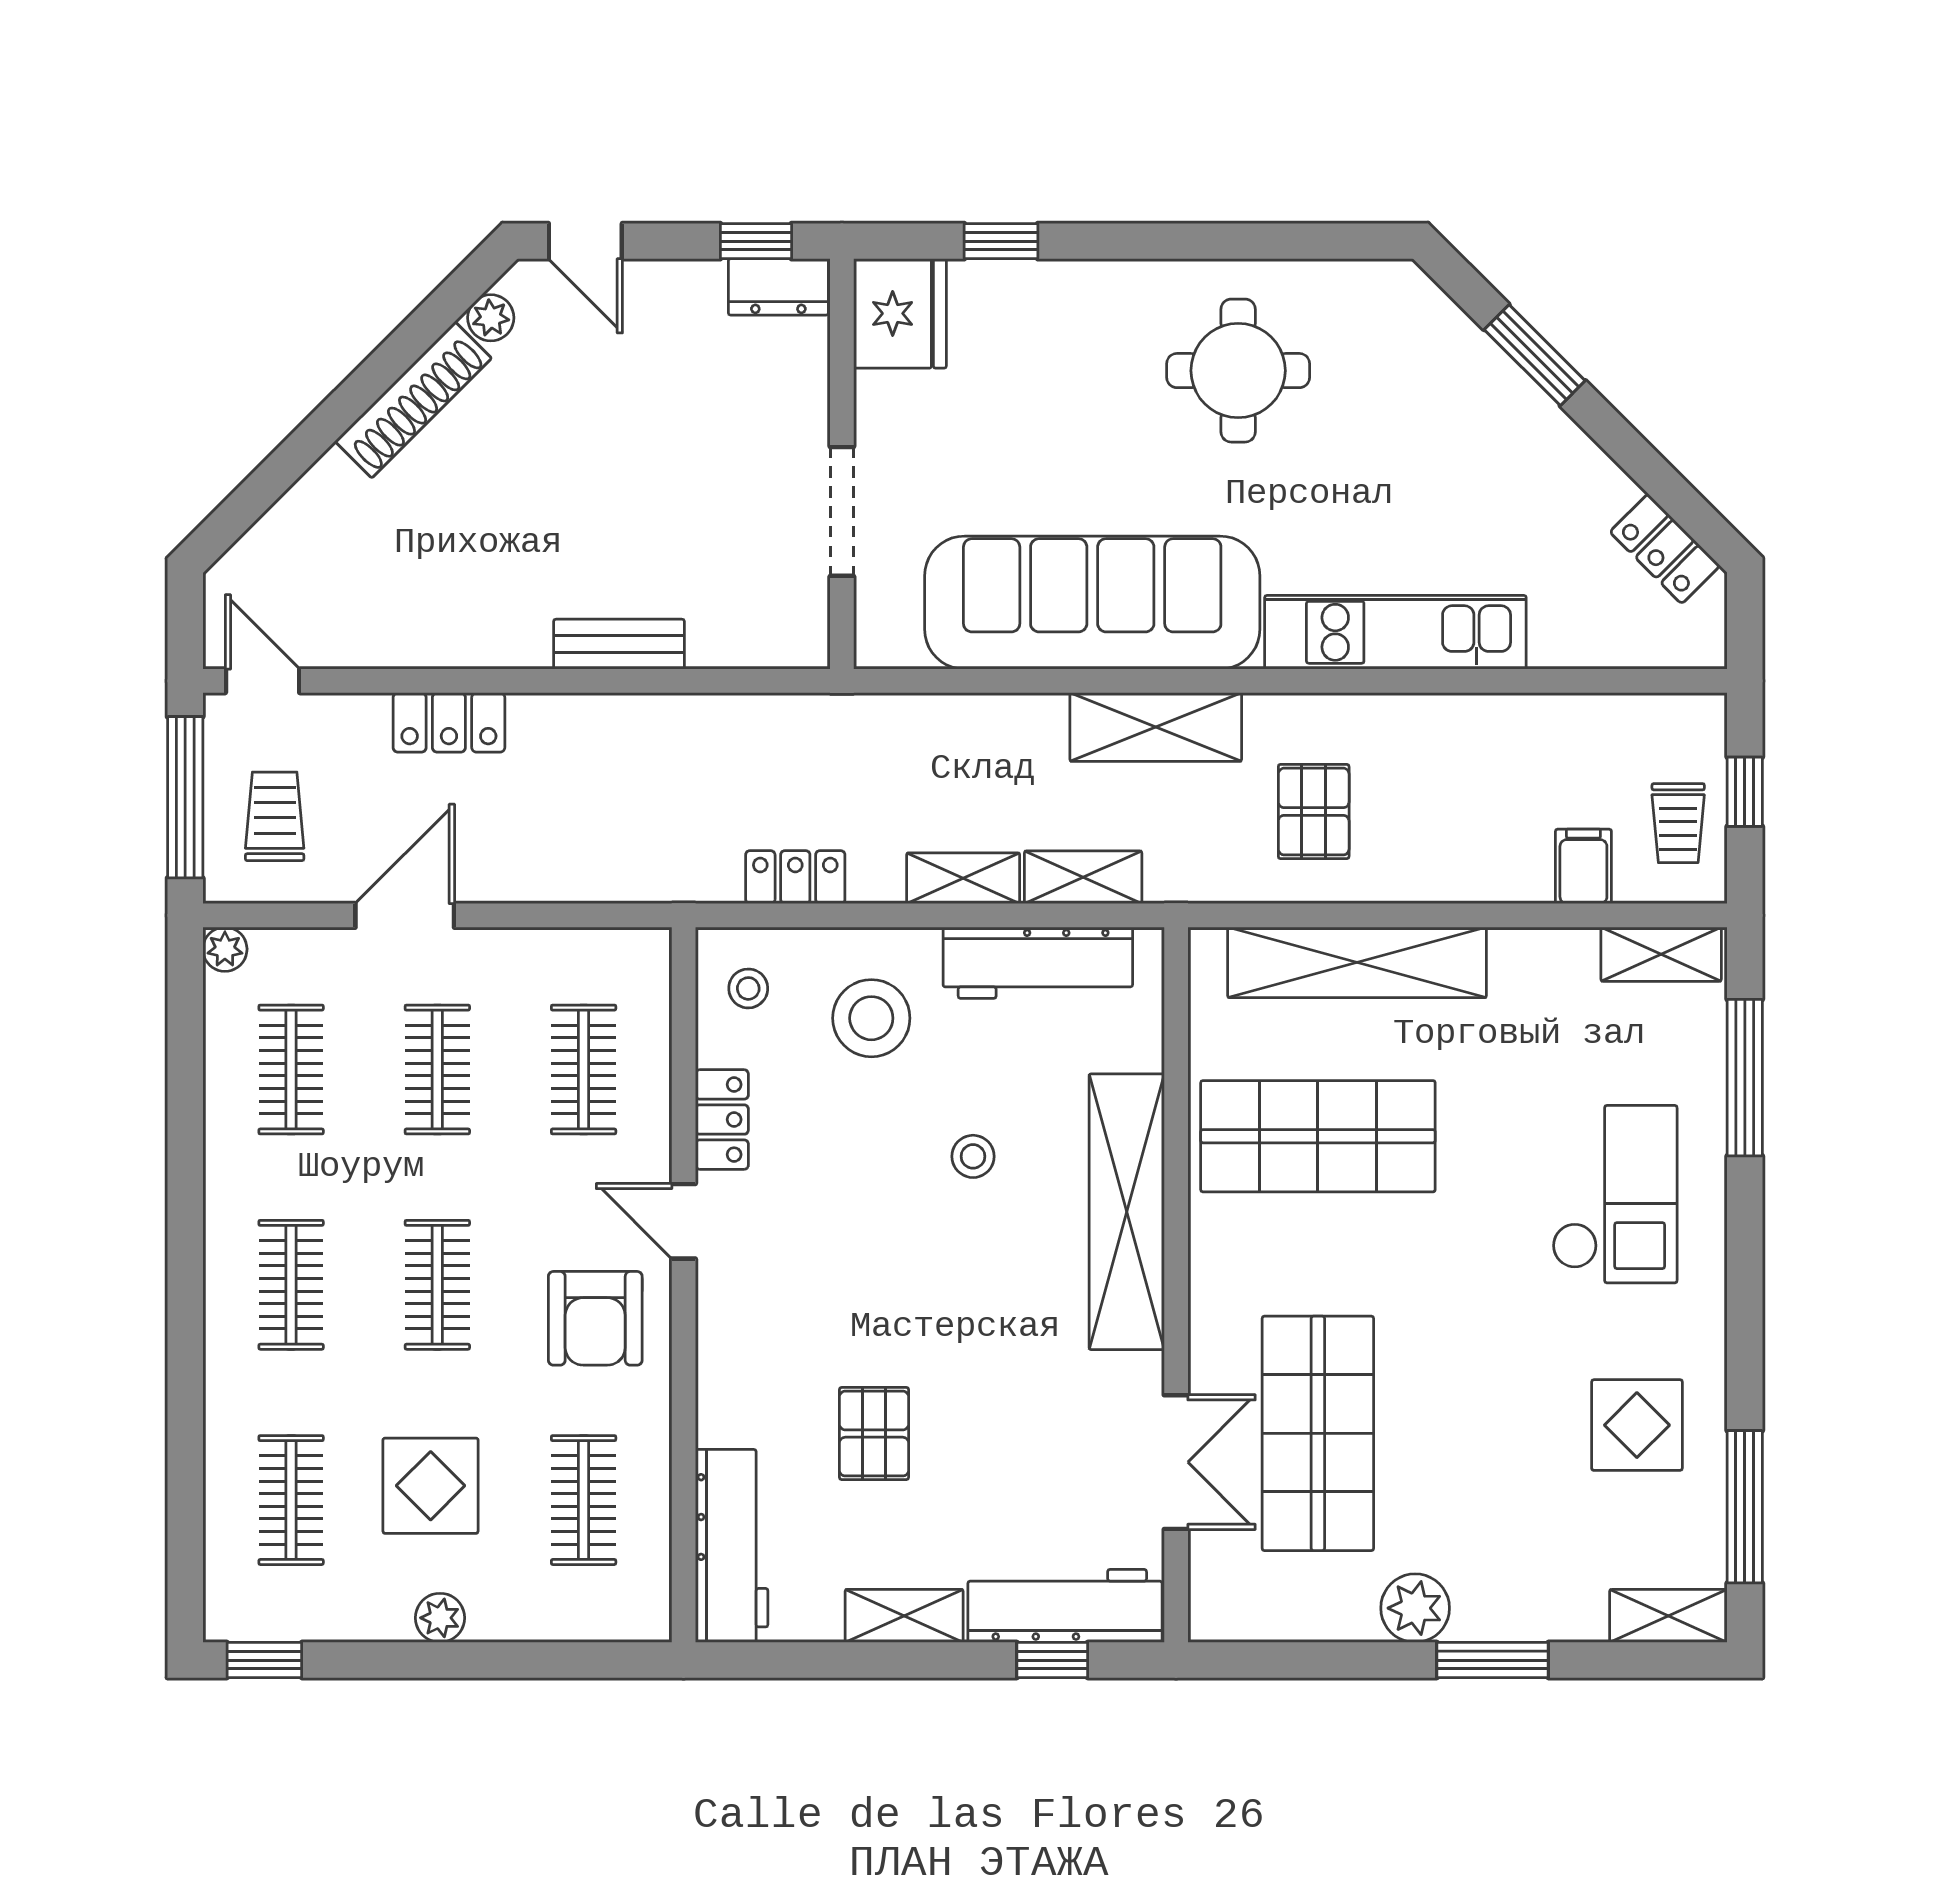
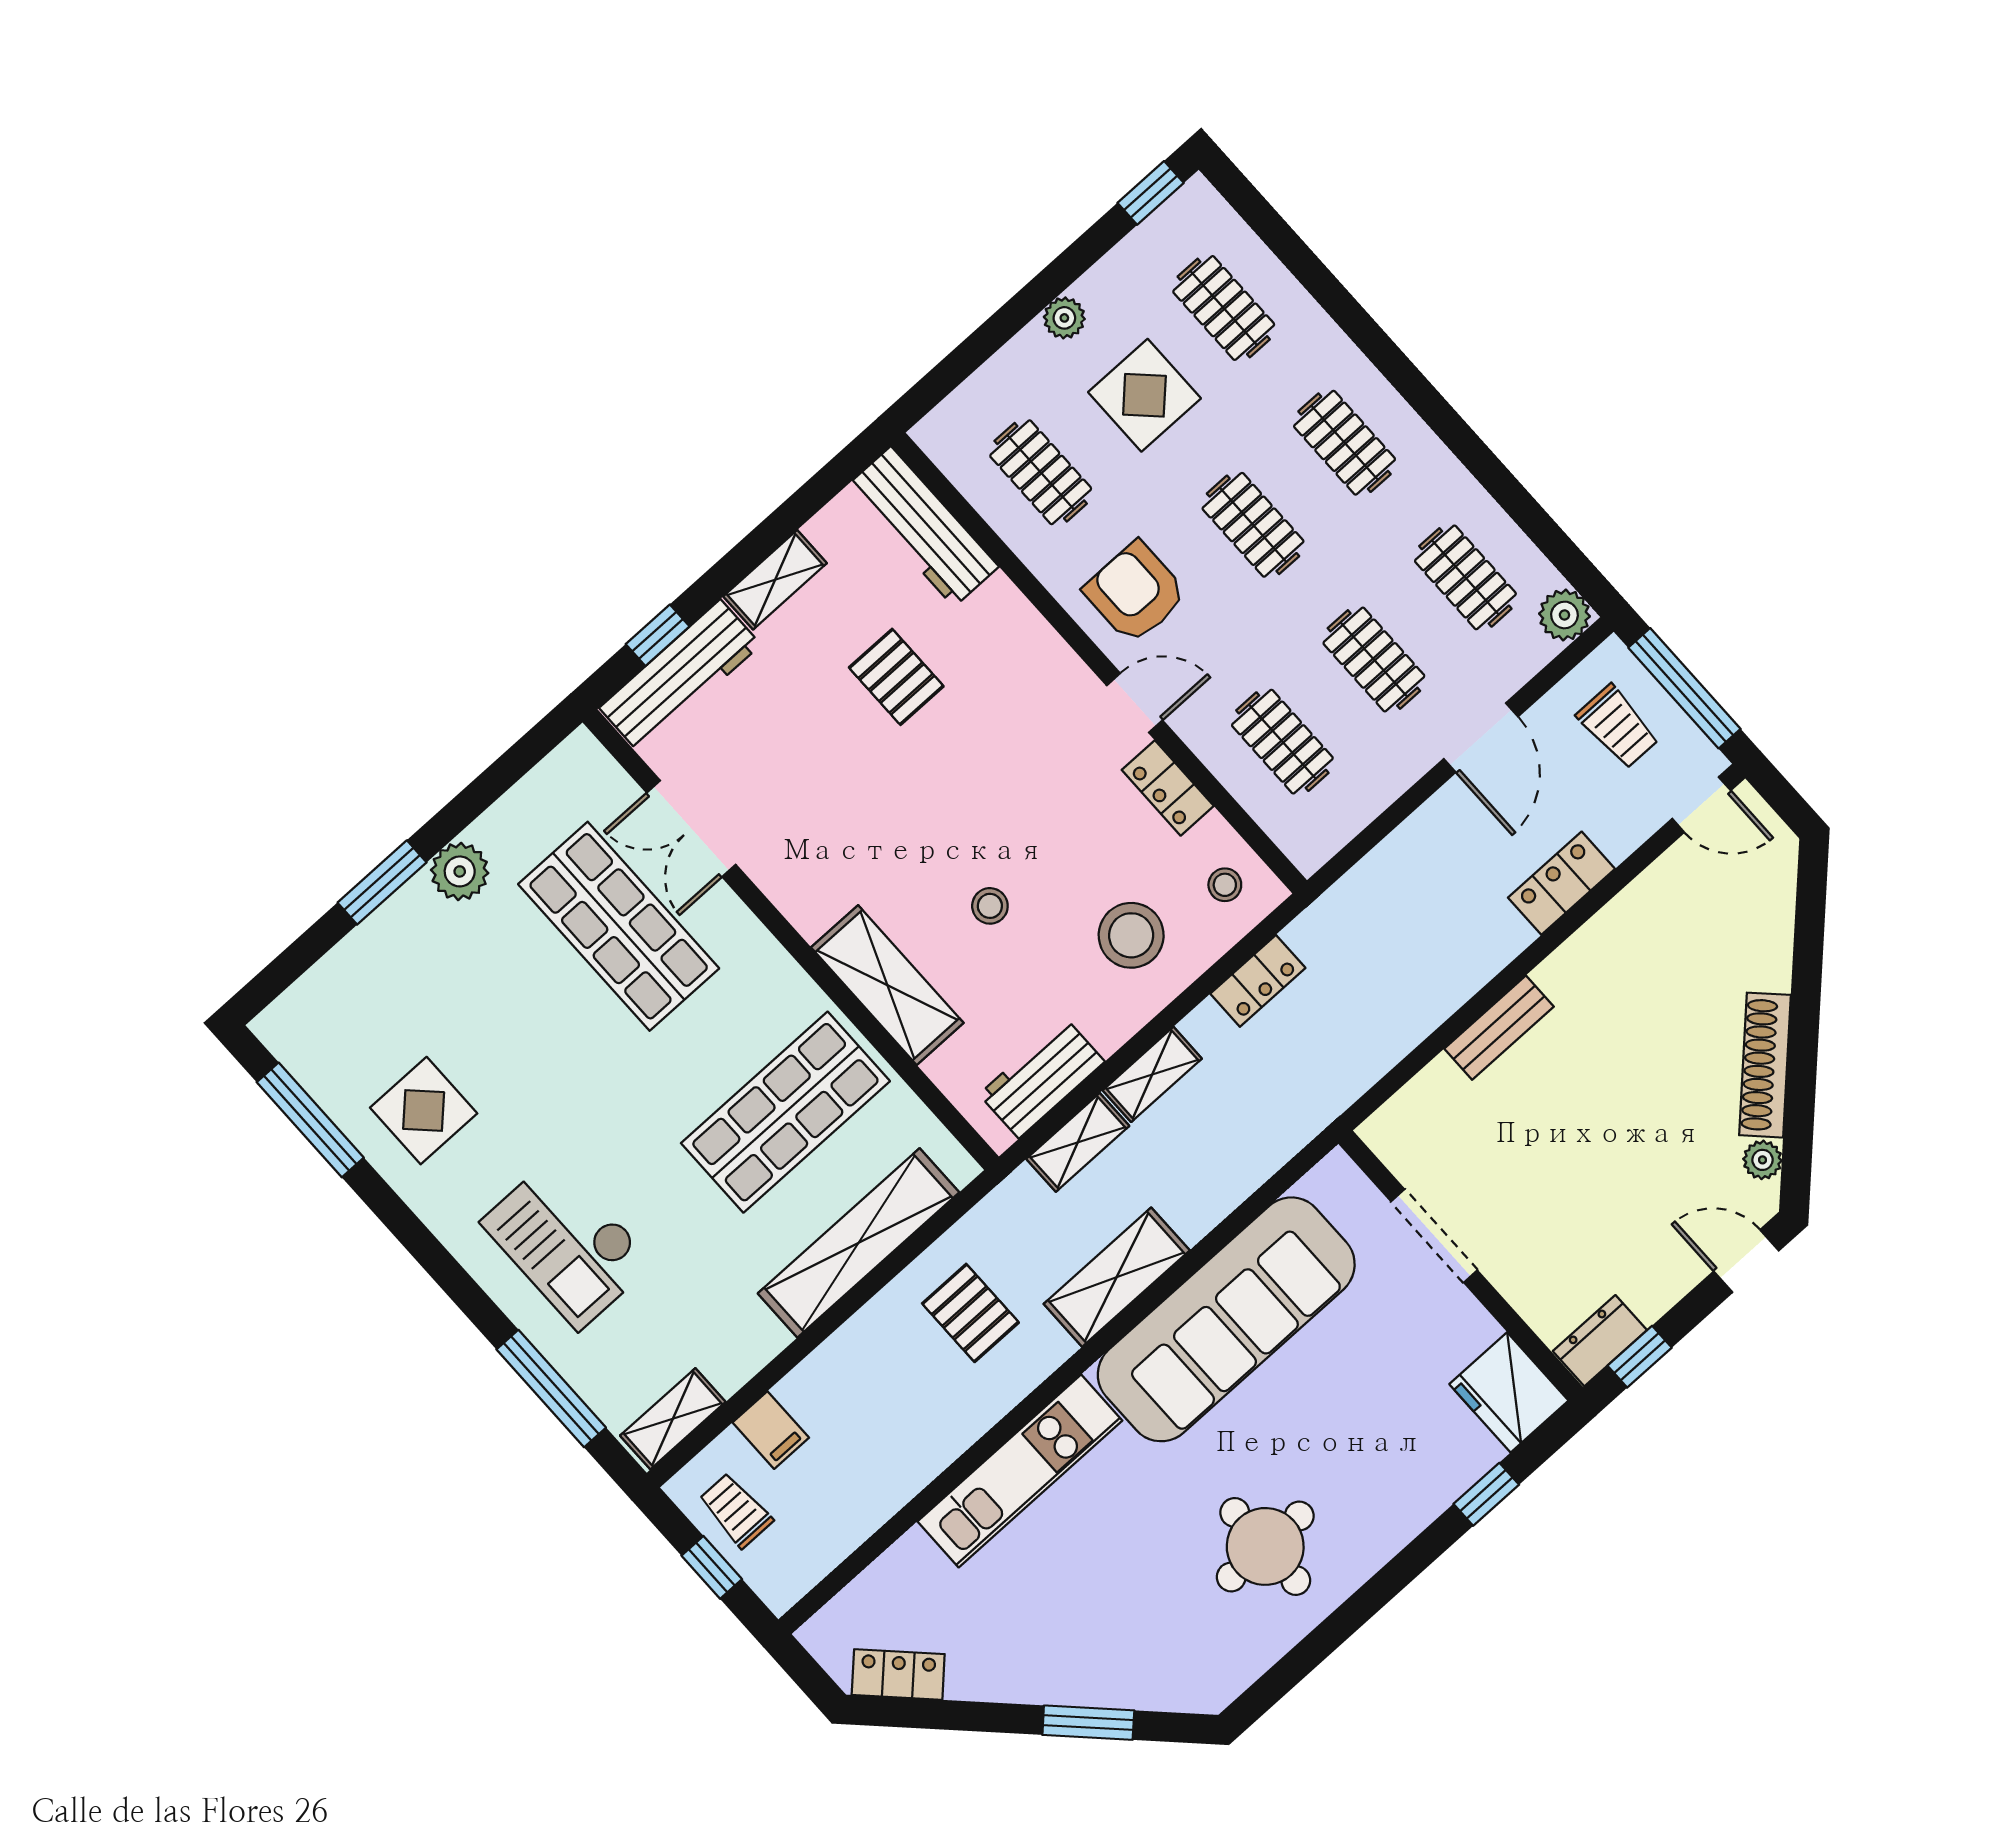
plant: (225, 949) -> (1564, 615), width x1.38, depth x1.38
workbench: (1038, 963) -> (1042, 1078), width x0.73
shelving: (1127, 1212) -> (887, 985), width x0.68
shelving: (1668, 1616) -> (297, 1009), removed

